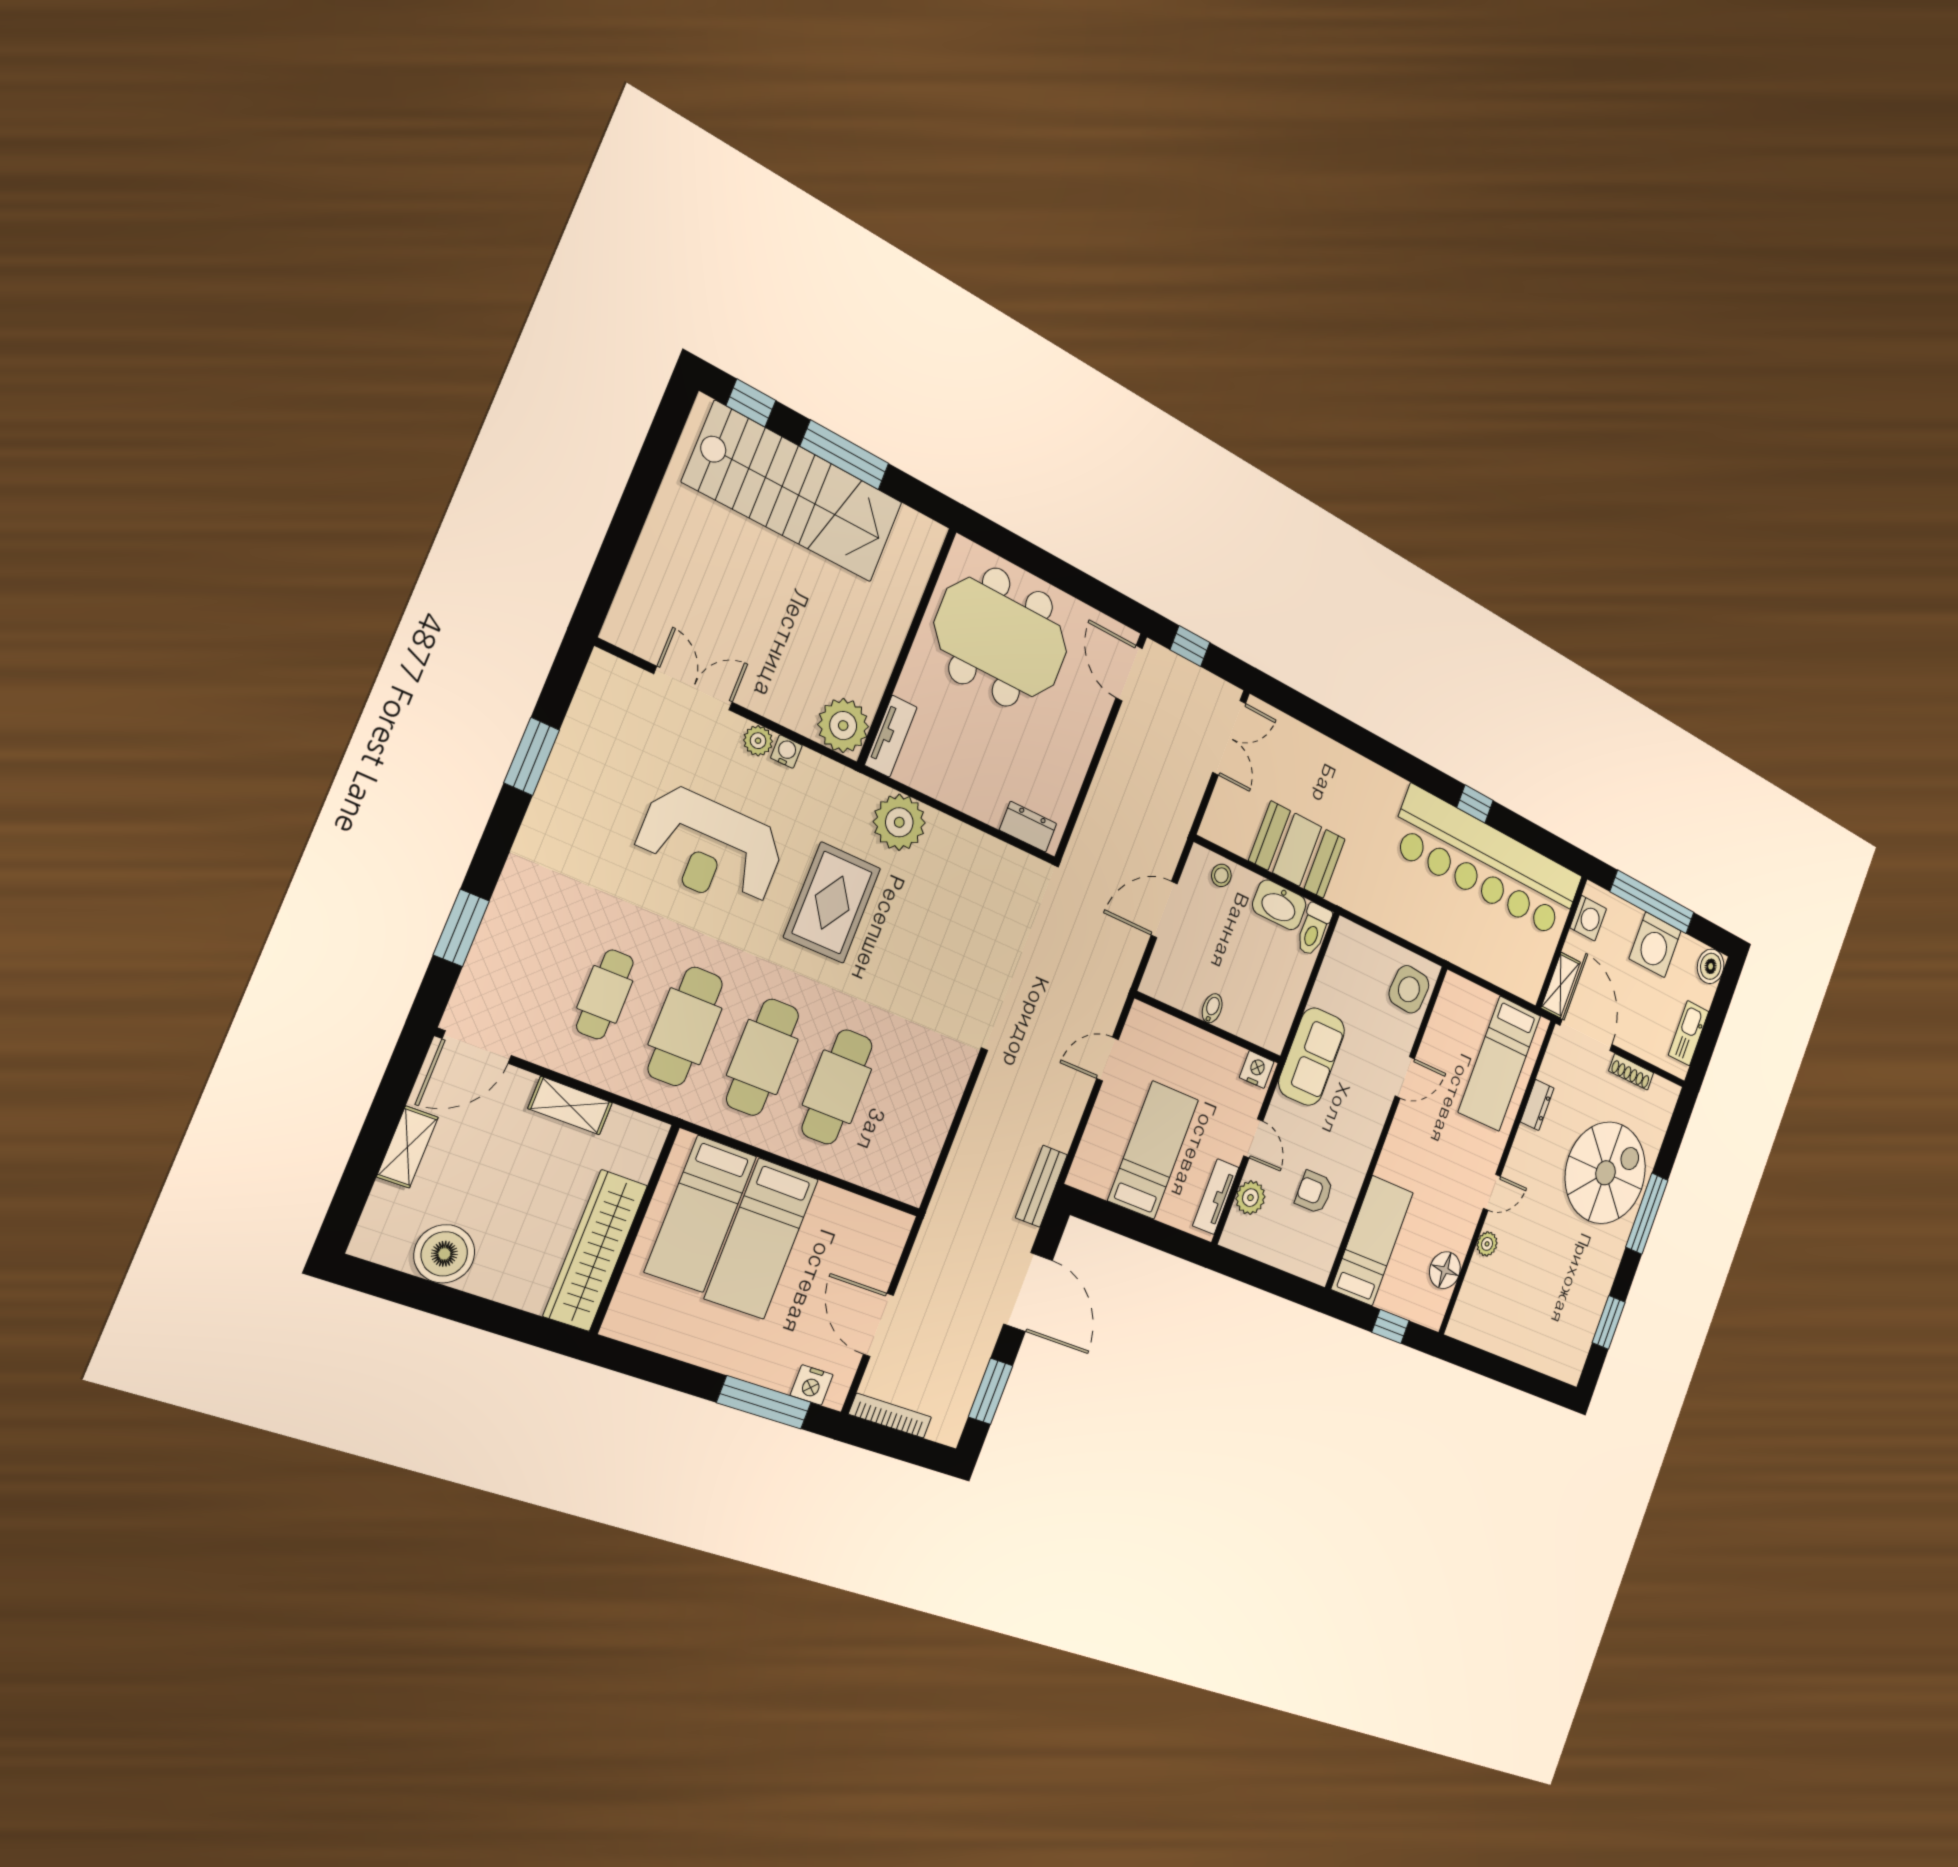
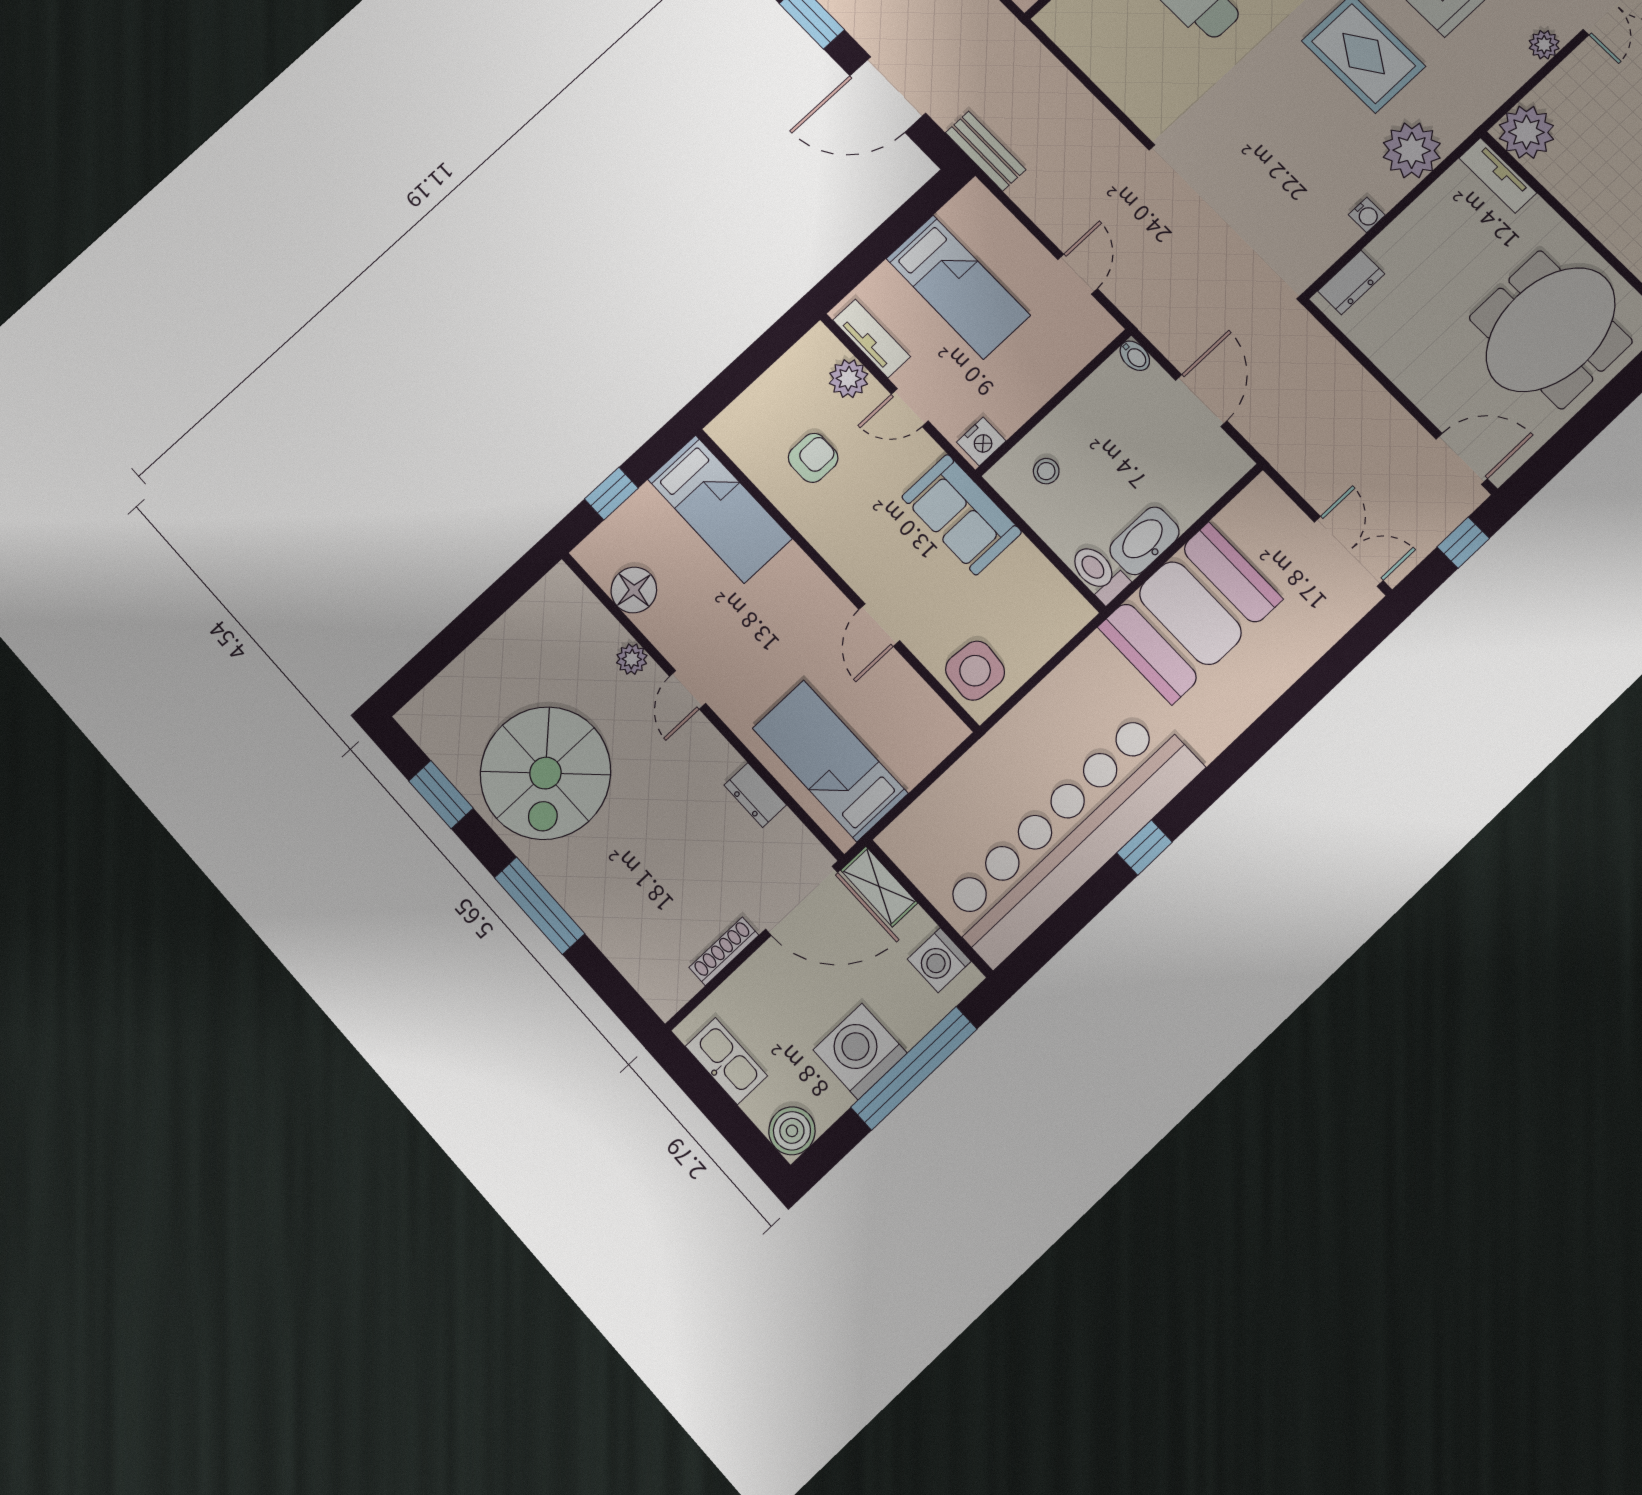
double door: (1229, 738) -> (1349, 551), swing flipped
water cooler: (786, 752) -> (1367, 215), moved
booth: (1297, 850) -> (1190, 613), width x1.36, depth x1.42
stool: (1221, 875) -> (1046, 471), moved
bidet: (1212, 1008) -> (1135, 356), moved
spiral stairs: (1606, 1173) -> (545, 773), moved

